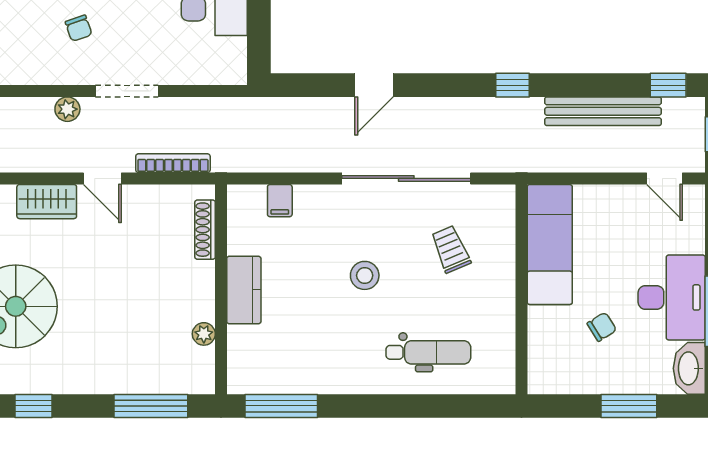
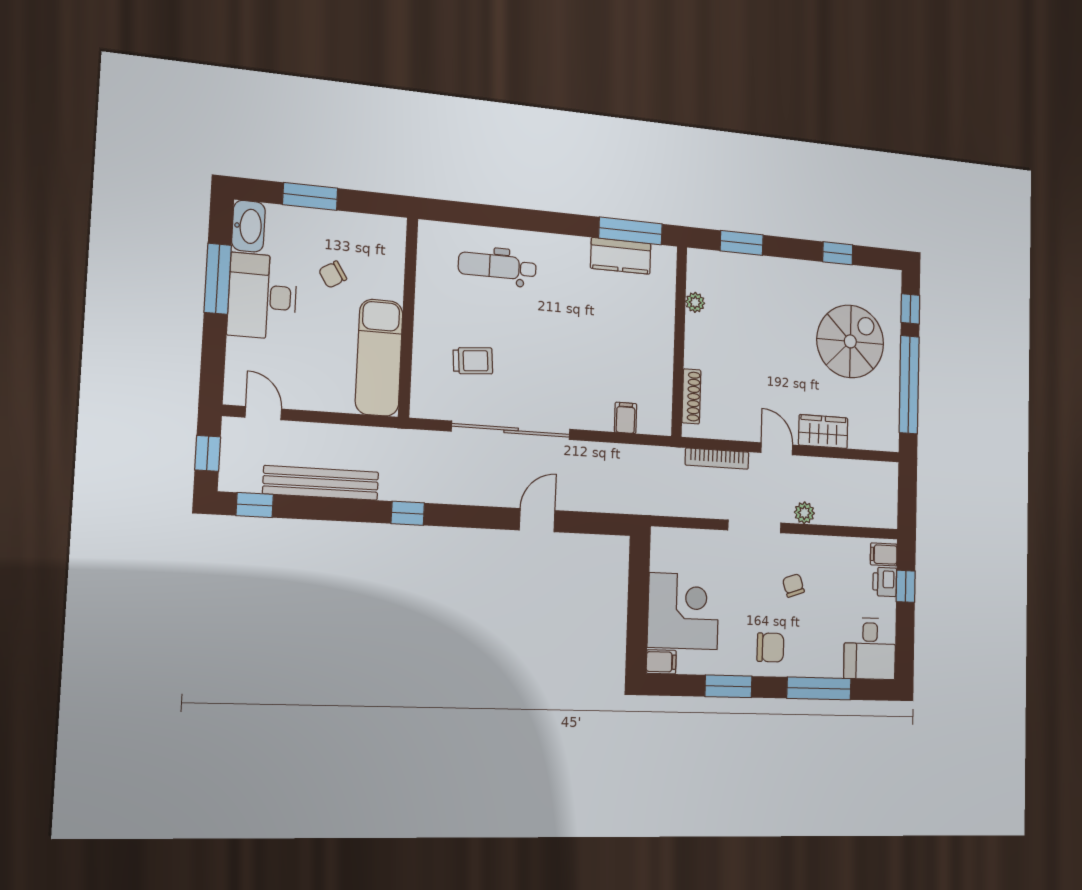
trolley: (451, 249) -> (473, 361), turned -71
stool: (365, 275) -> (552, 343), removed
kitchen counter: (244, 290) -> (621, 256), moved, turned -90
window: (151, 406) -> (742, 243), width x0.69

